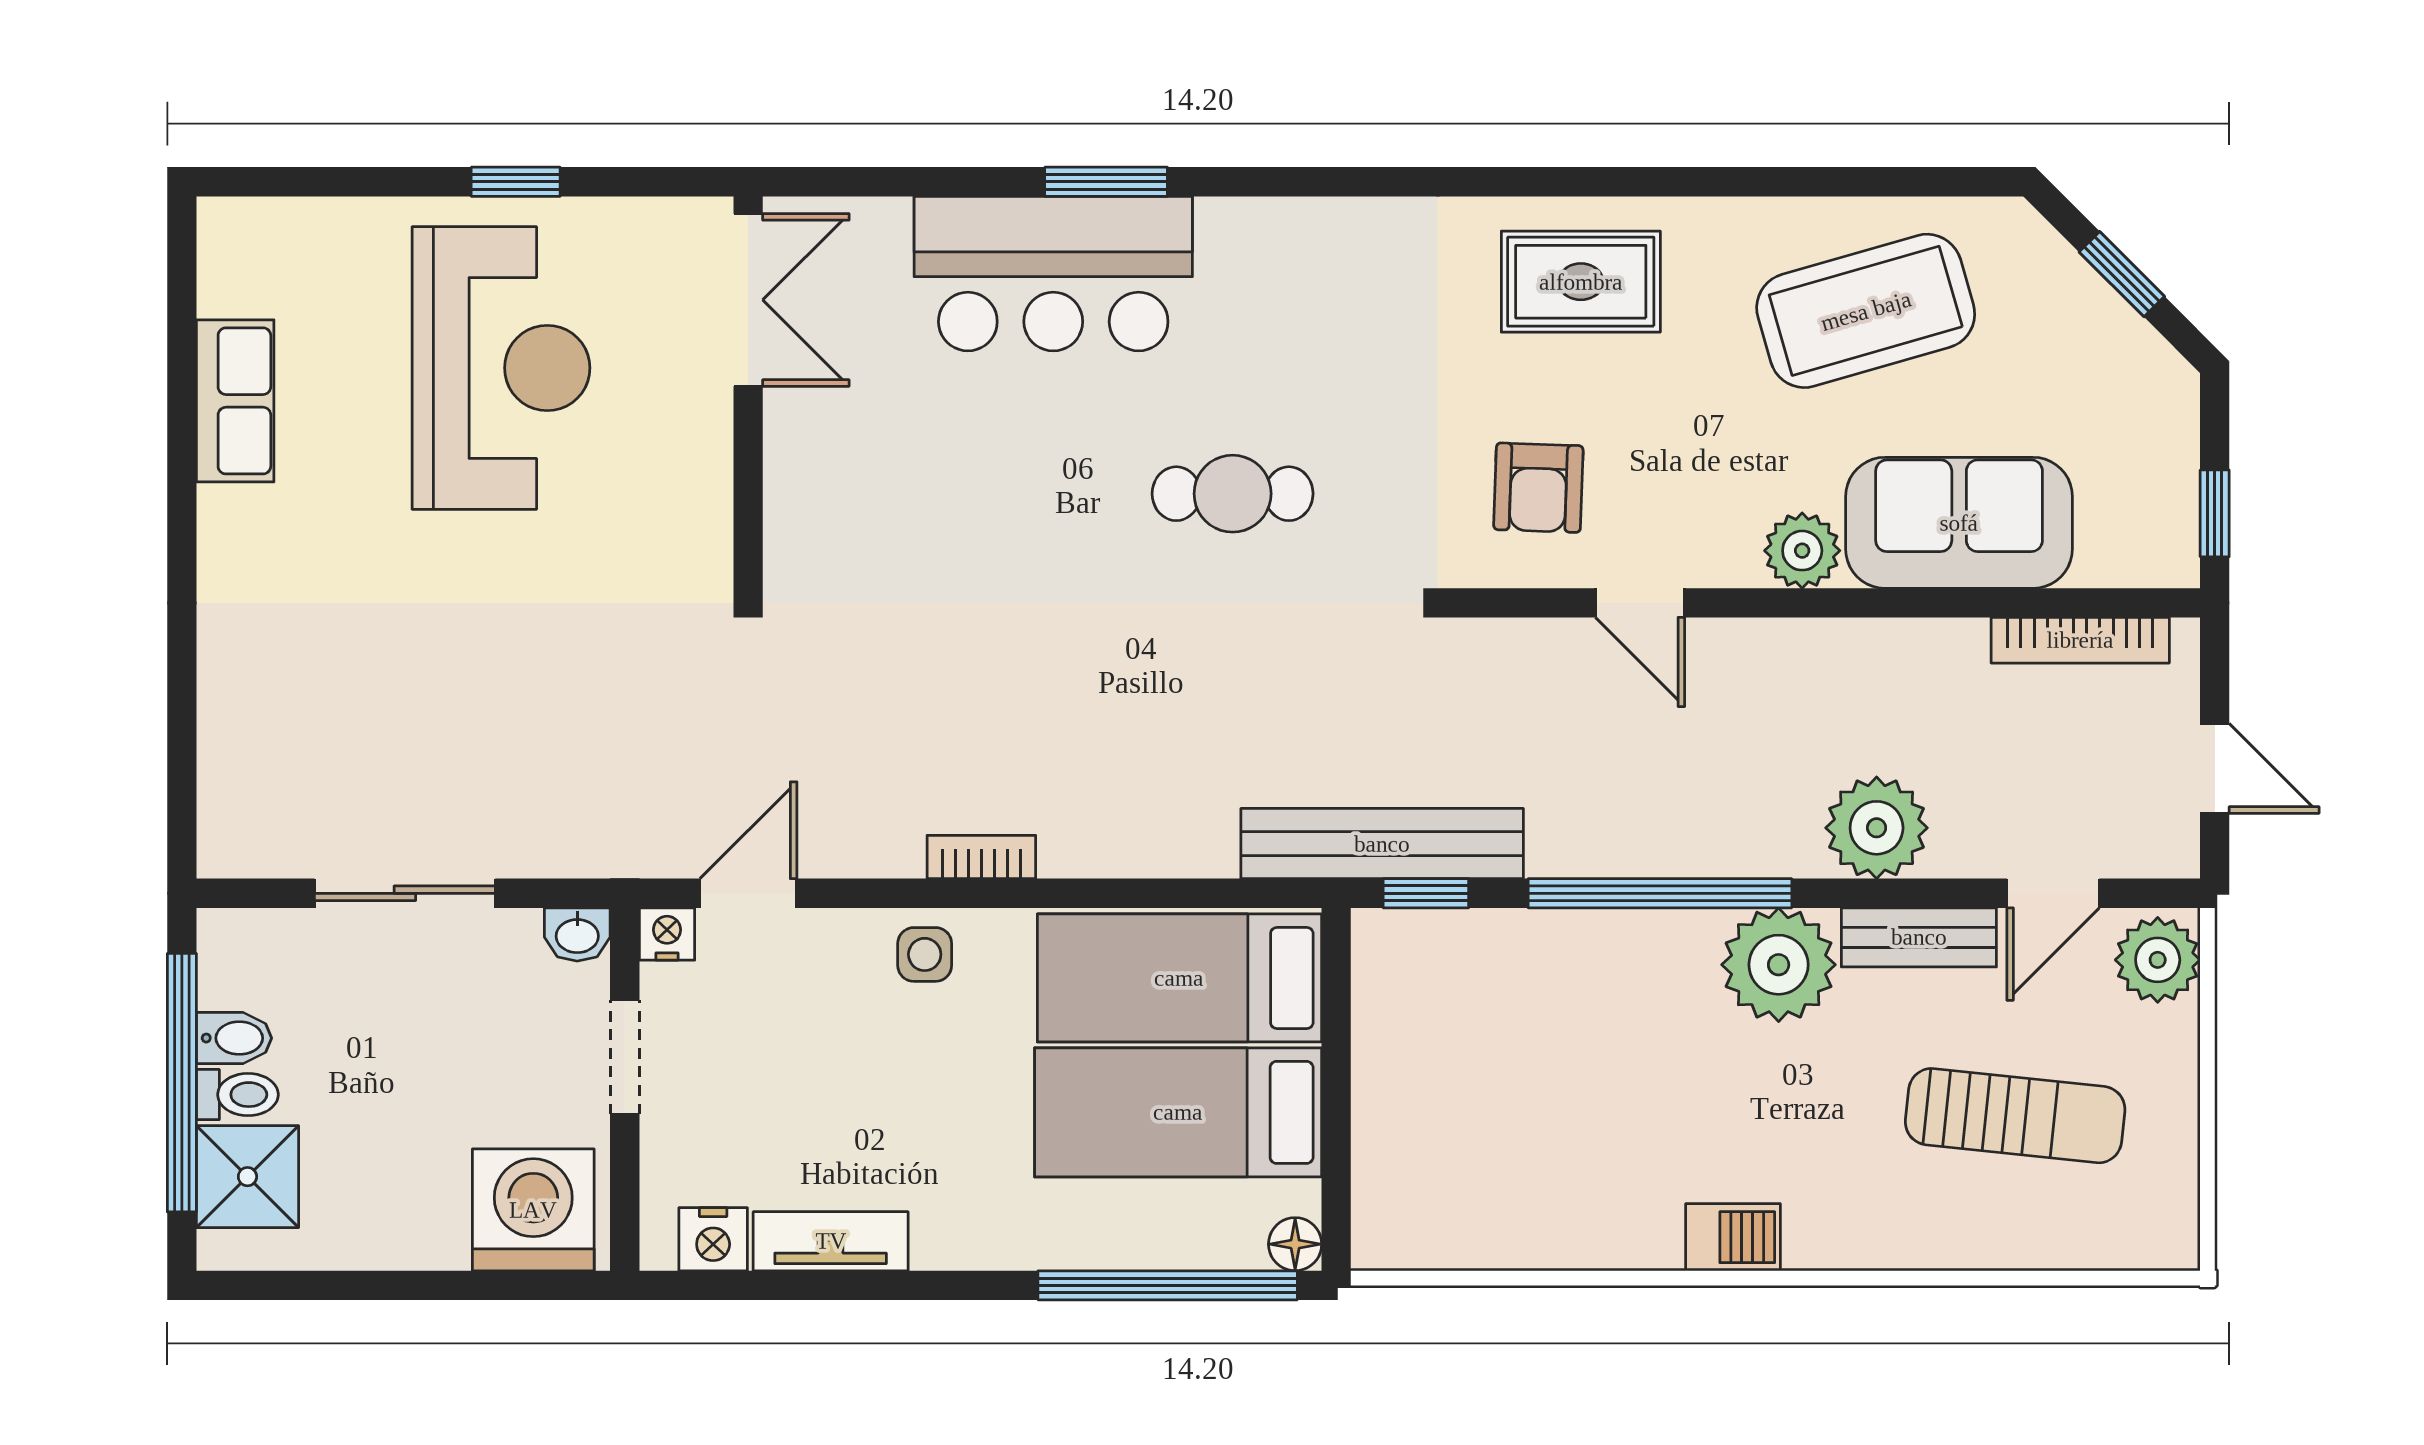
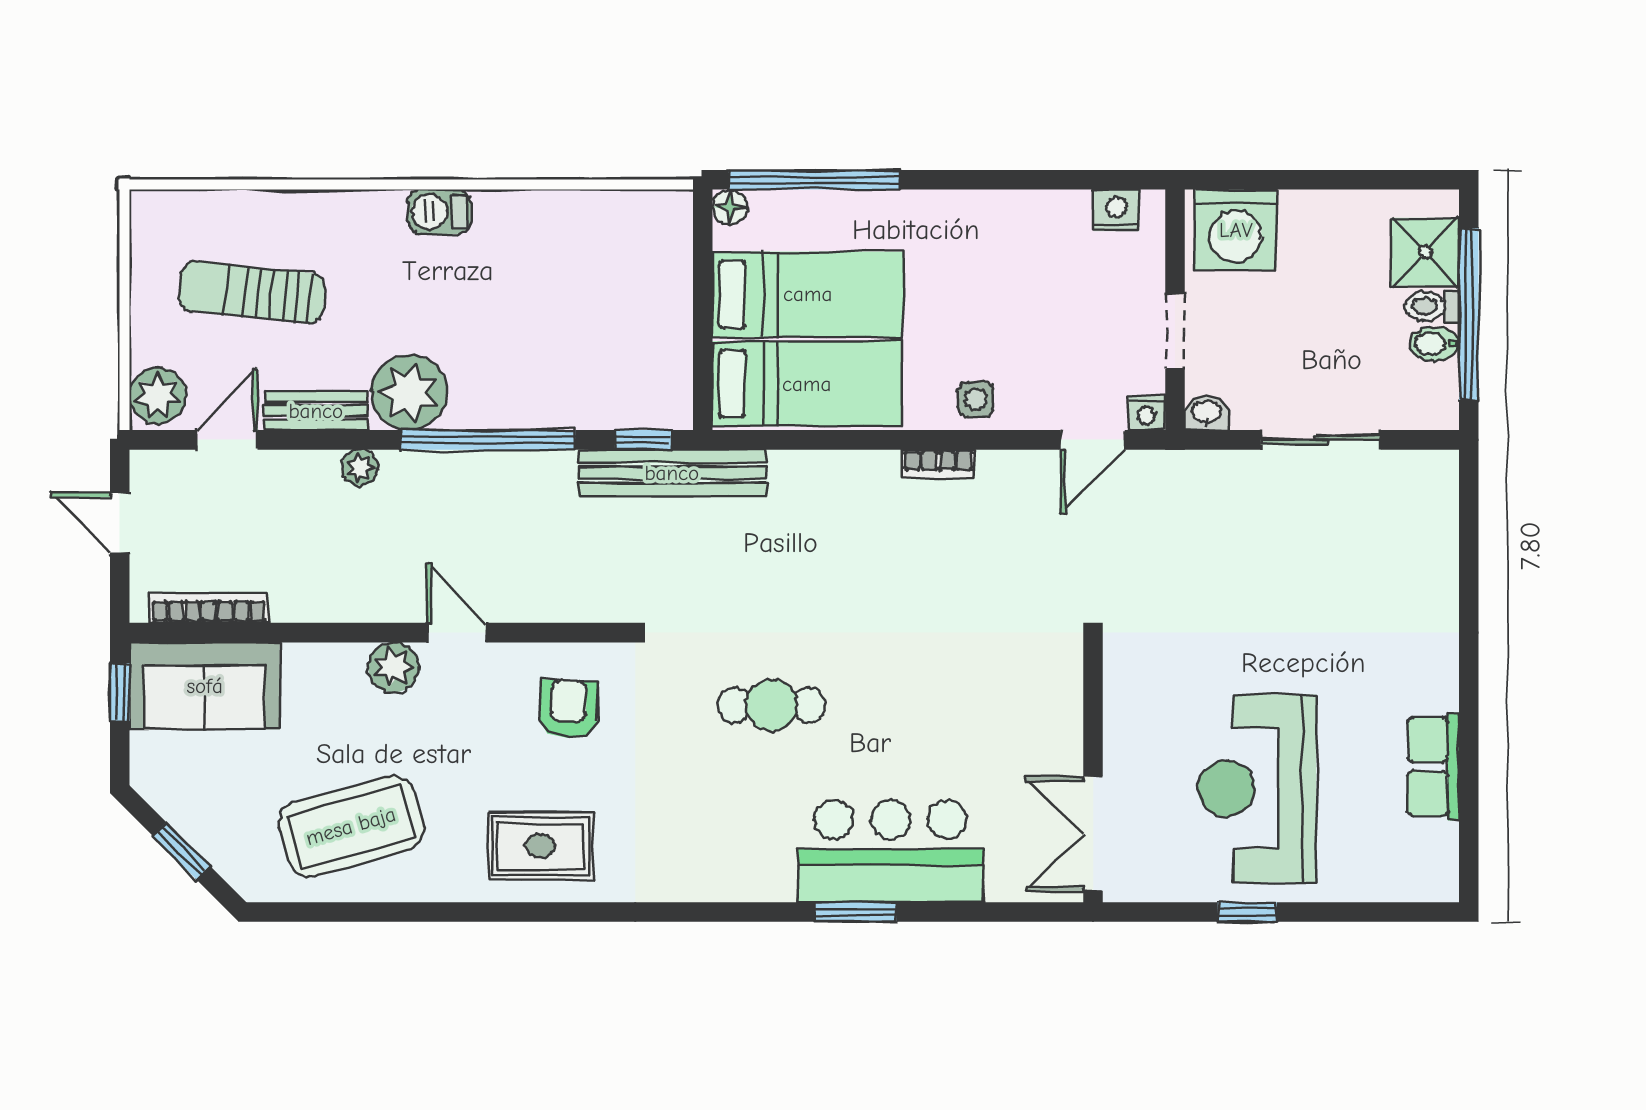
sofa: (1959, 523) -> (205, 686), moved
door: (1640, 603) -> (457, 633), moved
plant: (1877, 828) -> (360, 468), width x0.53, depth x0.53
tv unit: (831, 1241) -> (1038, 209), removed

